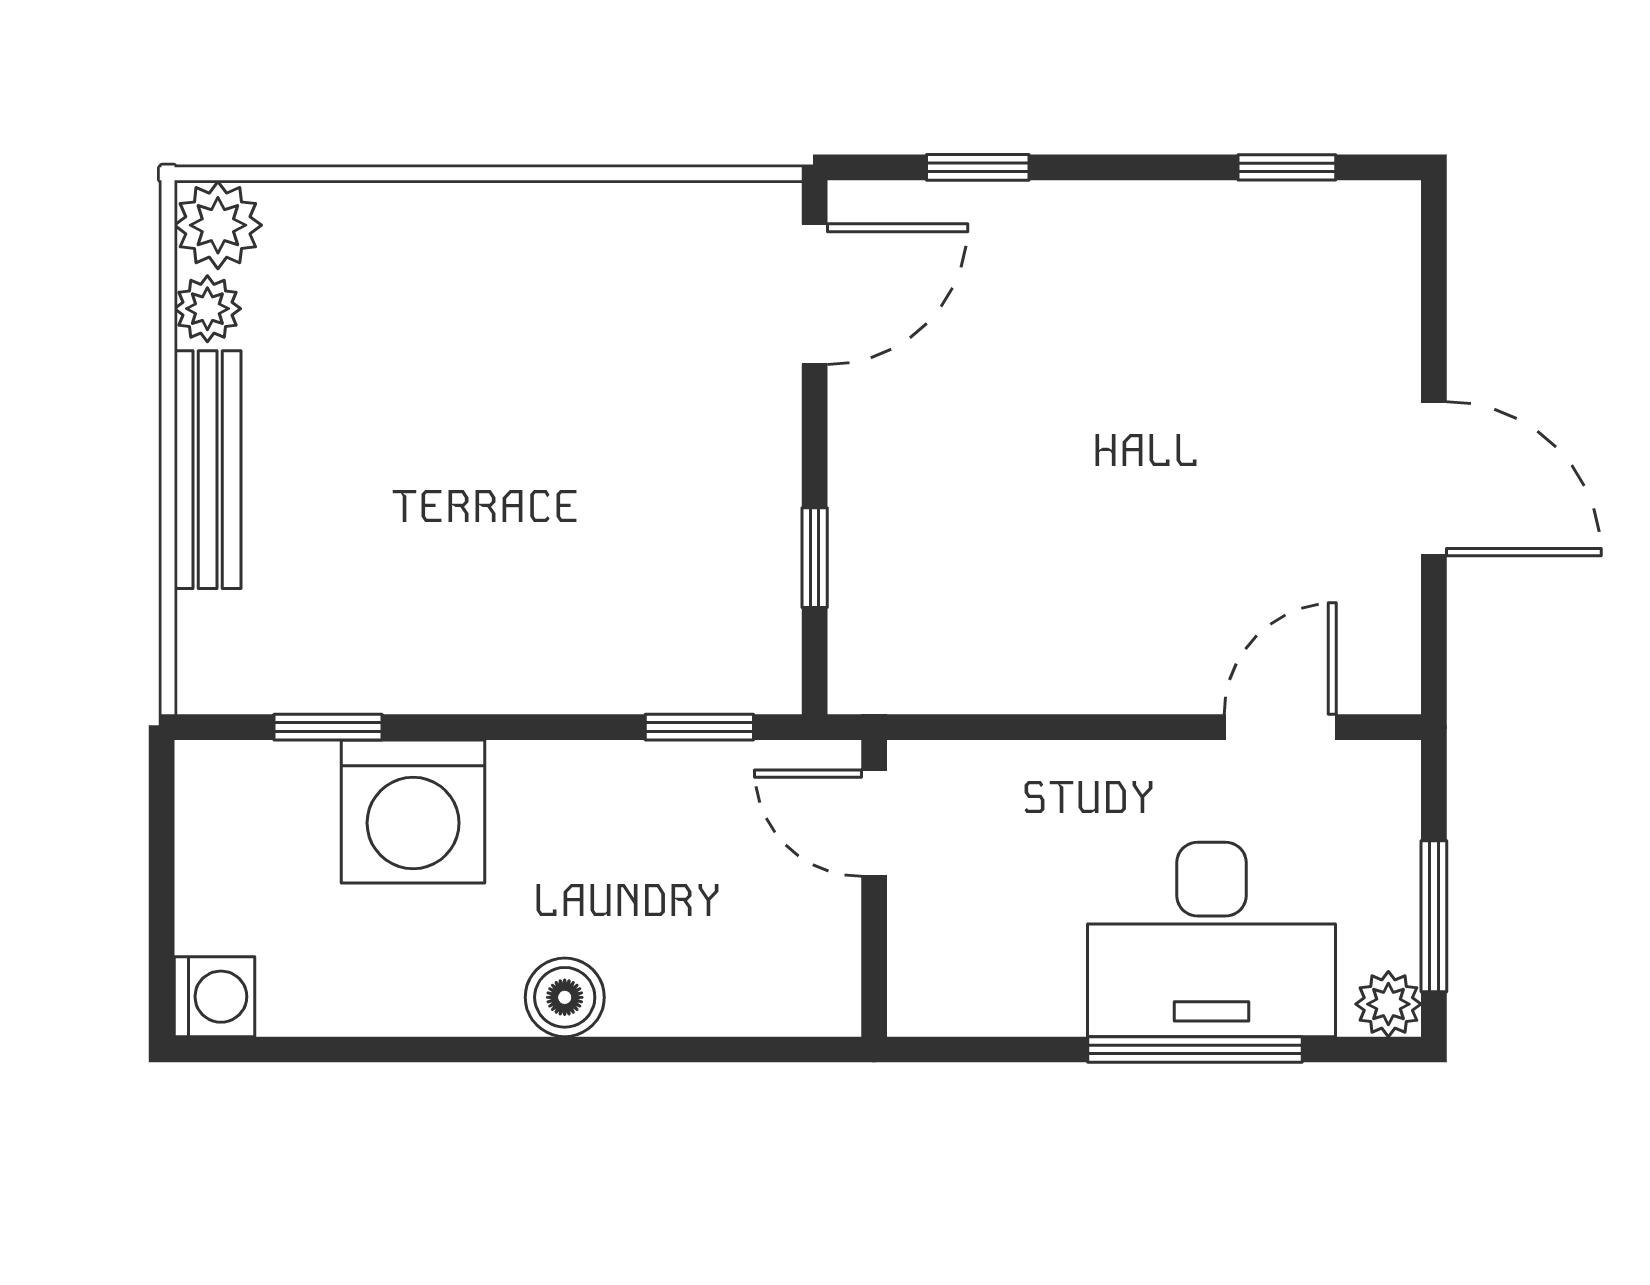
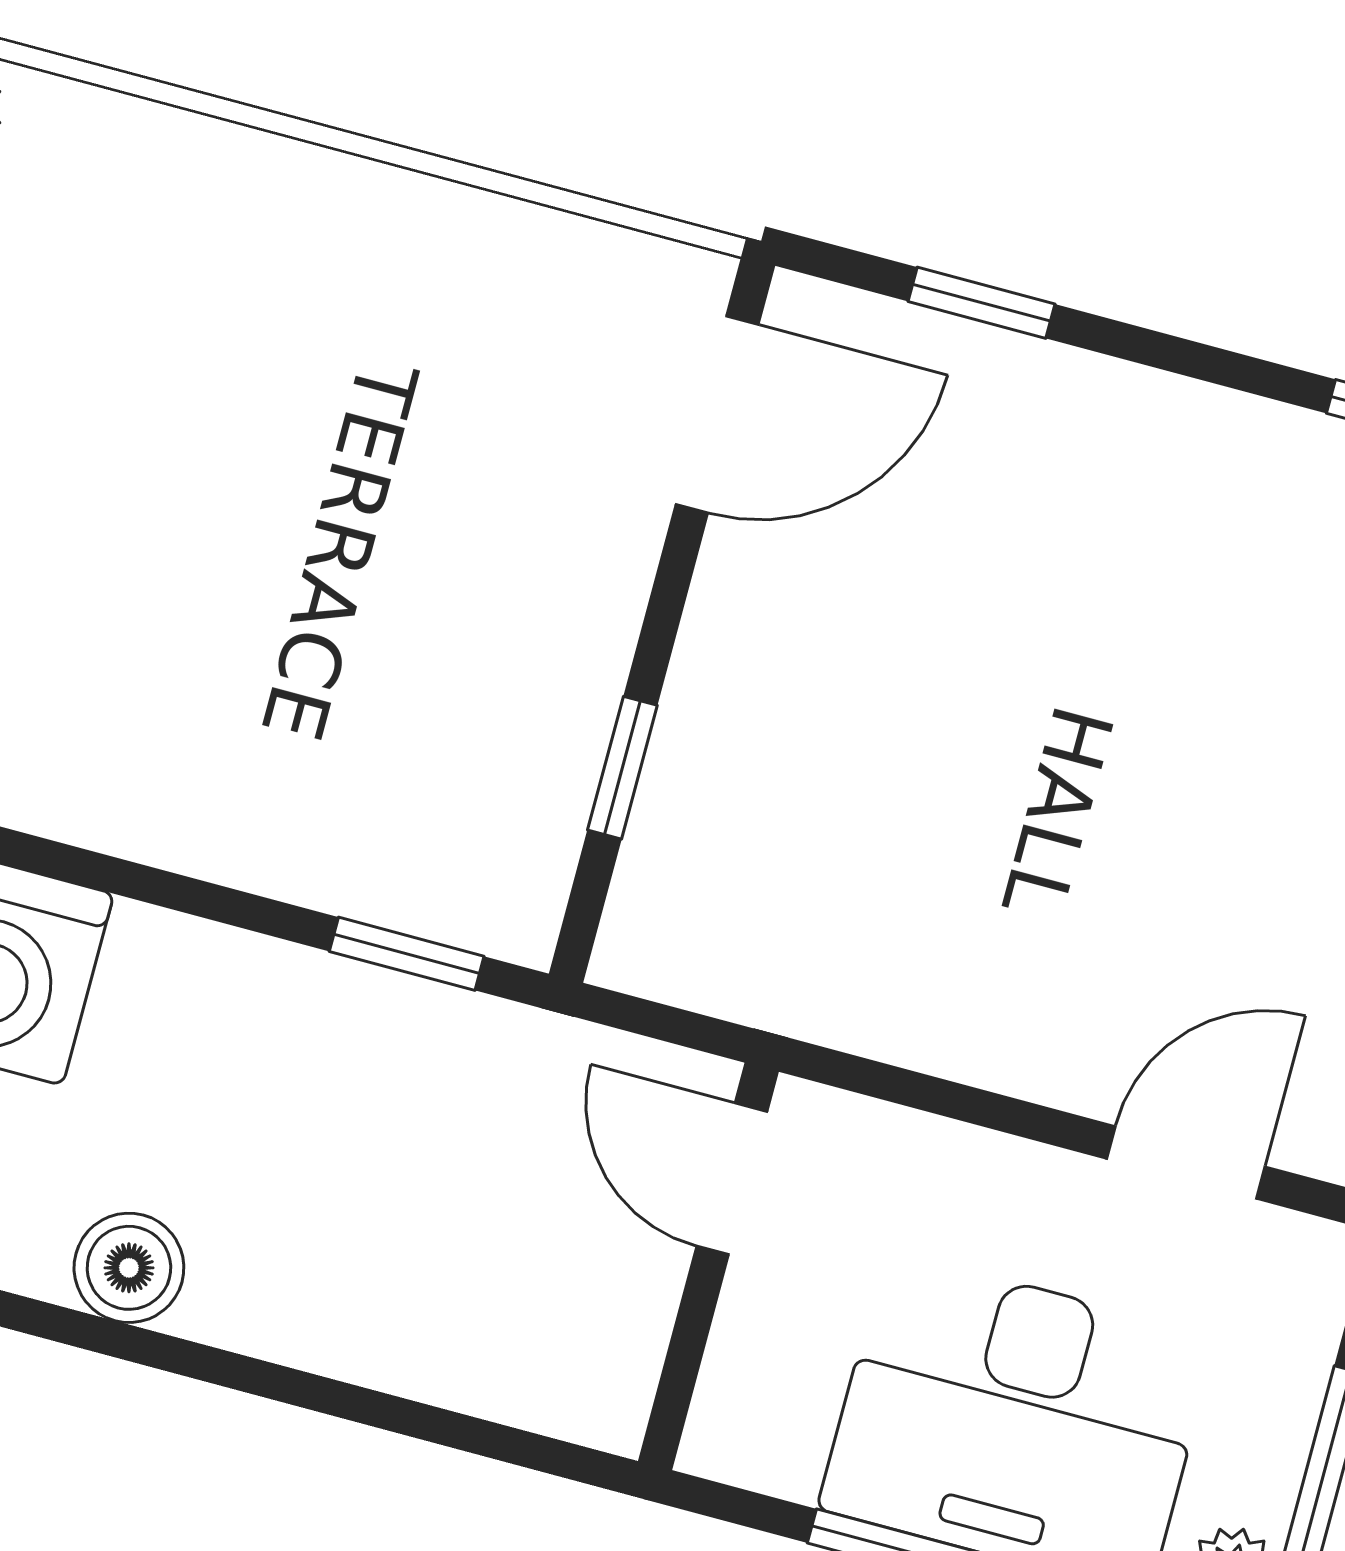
door: (874, 823) -> (732, 1179), moved
wall: (874, 888) -> (708, 1266), moved

